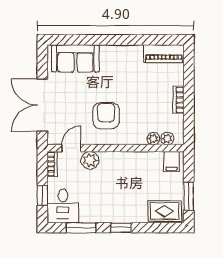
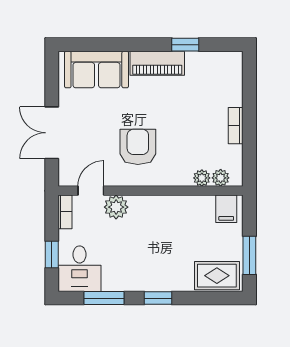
window: (141, 40) -> (185, 45), added
piano: (164, 54) -> (157, 63), moved
double door: (42, 105) -> (52, 133), width x0.73

